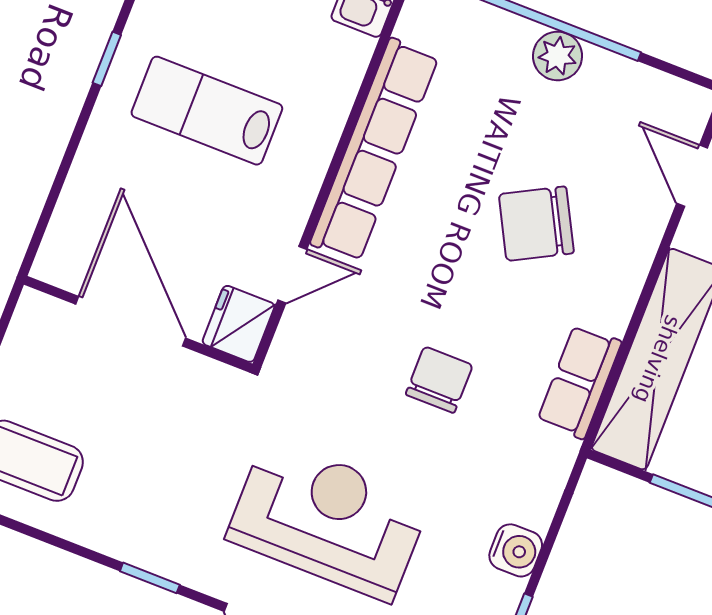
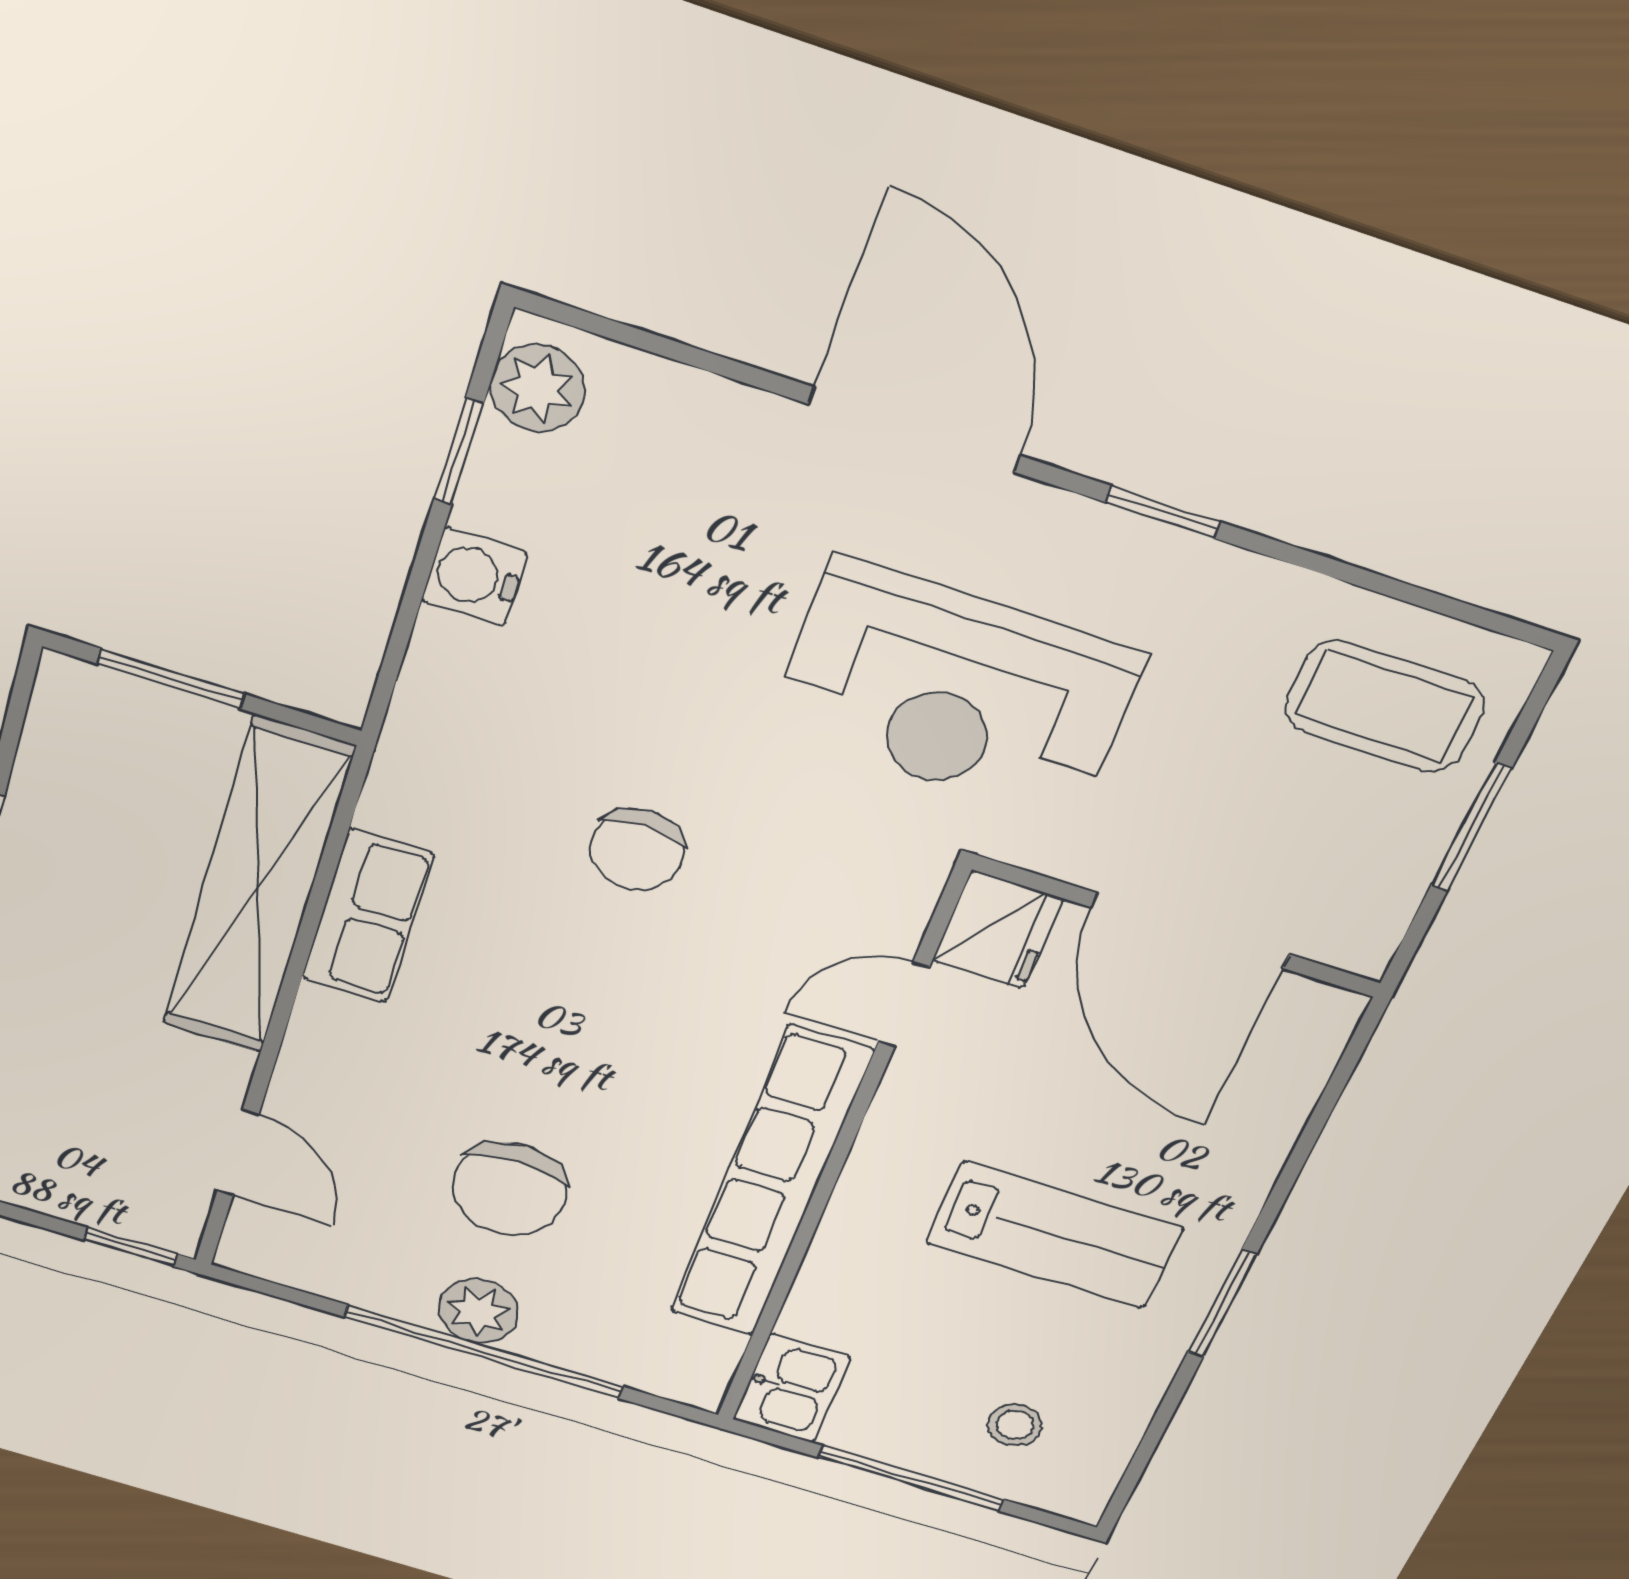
window: (107, 59) -> (1222, 1303), width x1.50
chair: (536, 224) -> (510, 1189), moved, turned 118
row of seats: (579, 382) -> (368, 916), moved
reception desk: (328, 519) -> (955, 691), moved

